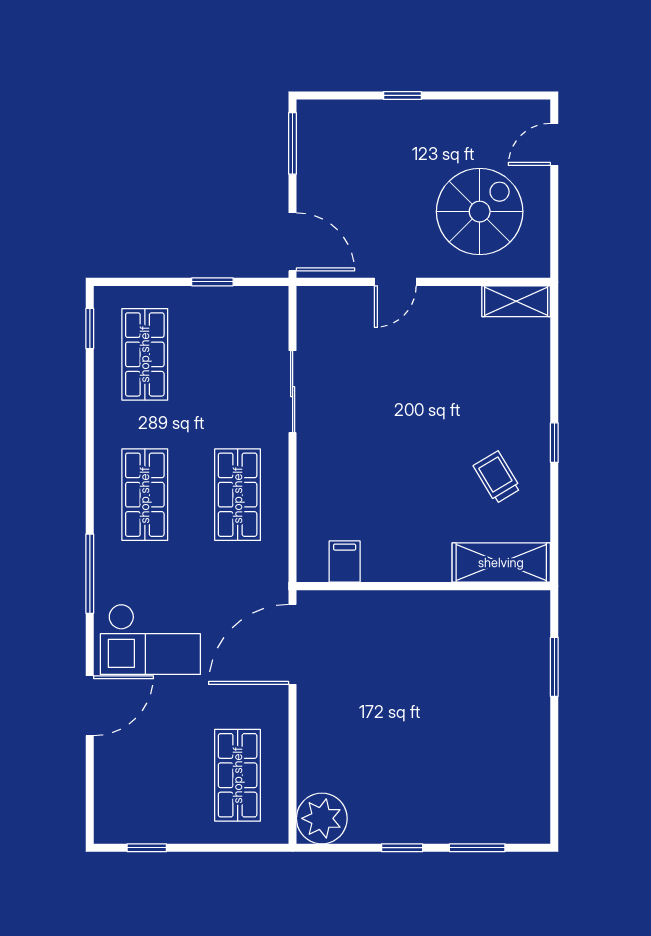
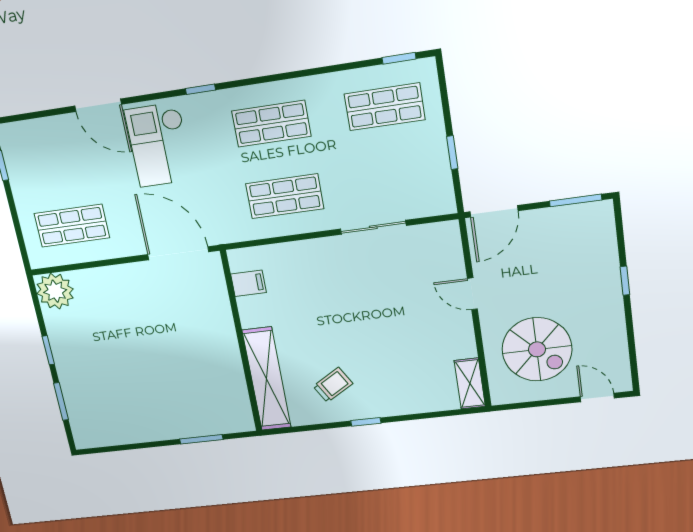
shelving: (501, 563) -> (267, 379), width x1.47
window: (90, 574) -> (200, 89), width x0.46

